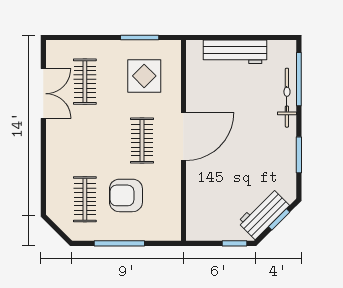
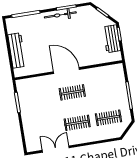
display table: (144, 76) -> (38, 97), removed
clothes rail: (85, 82) -> (77, 123), moved
bicycle: (287, 98) -> (60, 15), moved
armchair: (126, 195) -> (103, 96), removed
workbench: (263, 214) -> (112, 39), moved, turned 45

